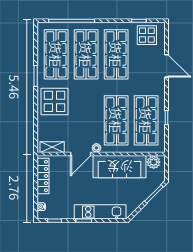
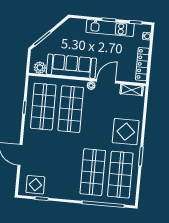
shop shelf: (116, 54) -> (65, 170), removed
kitchen unit: (100, 212) -> (110, 28), moved

